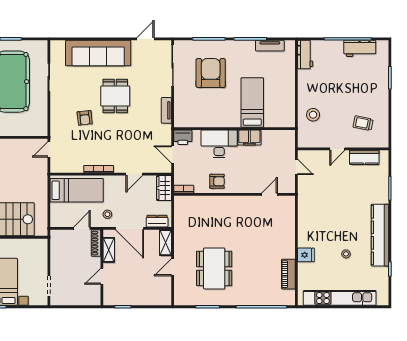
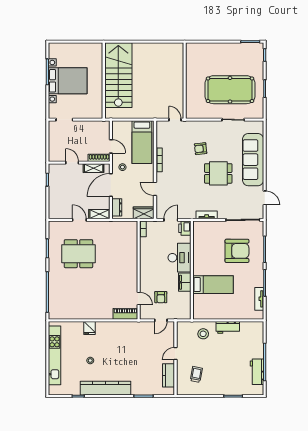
workbench: (305, 55) -> (228, 327), moved
door: (337, 149) -> (175, 354), hinge flipped
armchair: (217, 181) -> (161, 297), moved
piano: (288, 274) -> (125, 314), moved

